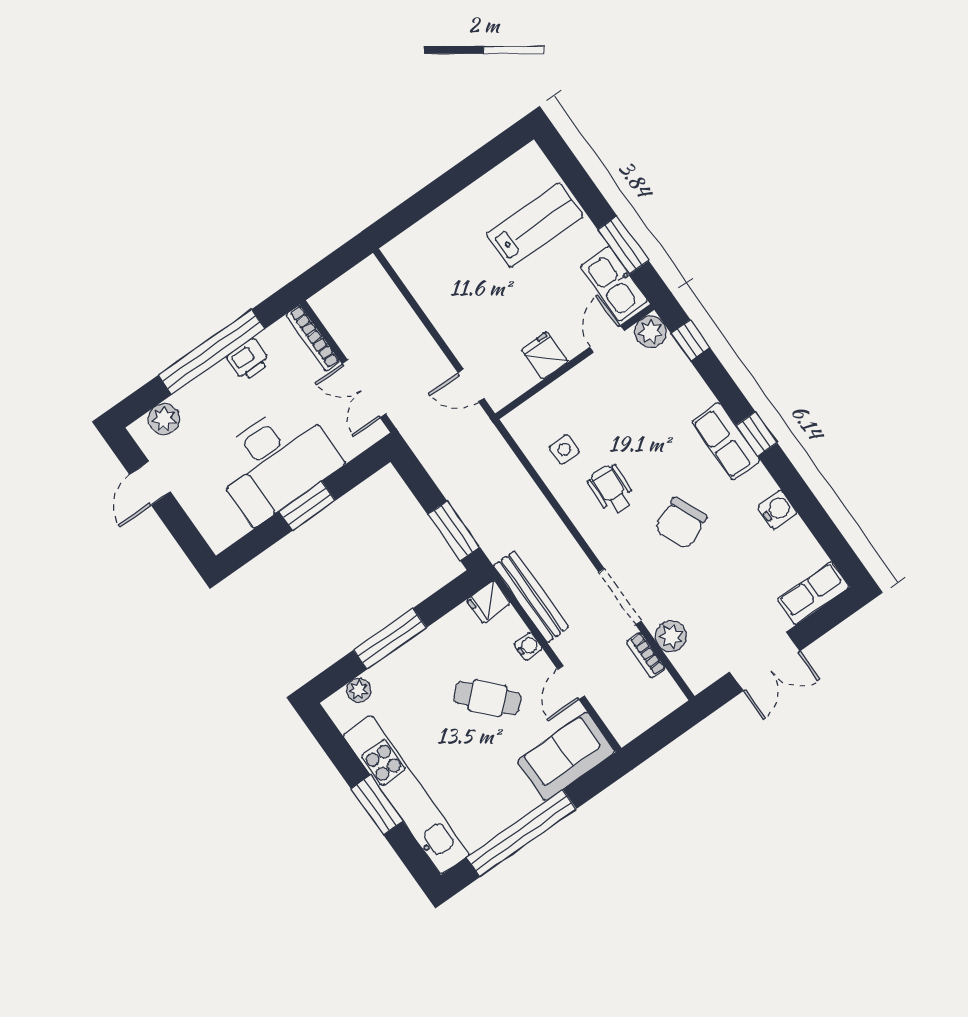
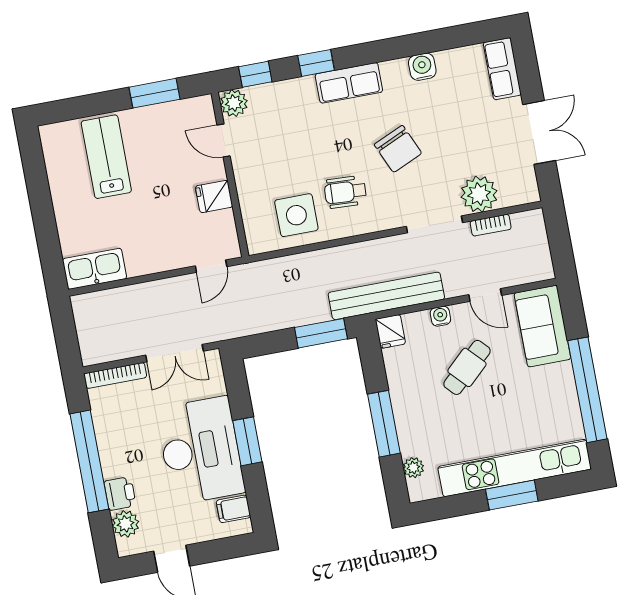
kitchen sink: (614, 284) -> (94, 269), moved, turned 180
printer: (248, 360) -> (120, 494), moved
window: (756, 434) -> (316, 63), moved
side table: (564, 450) -> (296, 215), width x1.87, depth x1.87
filing cabinet: (231, 523) -> (233, 509), added
bench: (531, 597) -> (386, 296), width x1.37, depth x1.21
plant: (671, 636) -> (479, 194), width x1.36, depth x1.36

